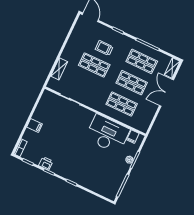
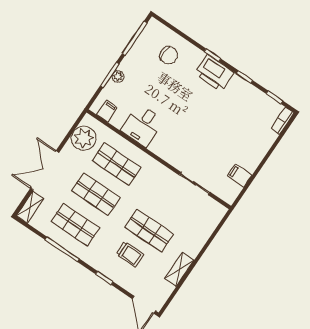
shelving: (59, 69) -> (179, 269), moved
double door: (166, 93) -> (45, 170), swing flipped
plant: (145, 117) -> (84, 138), added
filing cabinet: (35, 125) -> (240, 175), moved
desk: (107, 134) -> (143, 125), width x0.53, depth x0.77
printer: (46, 163) -> (214, 73), moved, width x1.87, depth x1.48
chair: (99, 178) -> (169, 55), added

